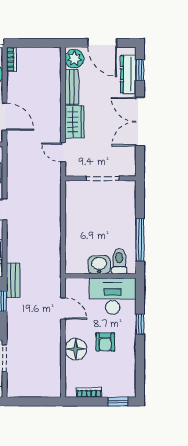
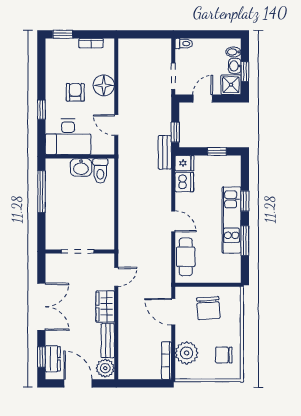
bookcase: (11, 60) -> (166, 360), width x1.56
dresser: (128, 74) -> (53, 359), width x0.70
door: (63, 152) -> (116, 277), hinge flipped
toilet: (119, 261) -> (100, 171), moved

